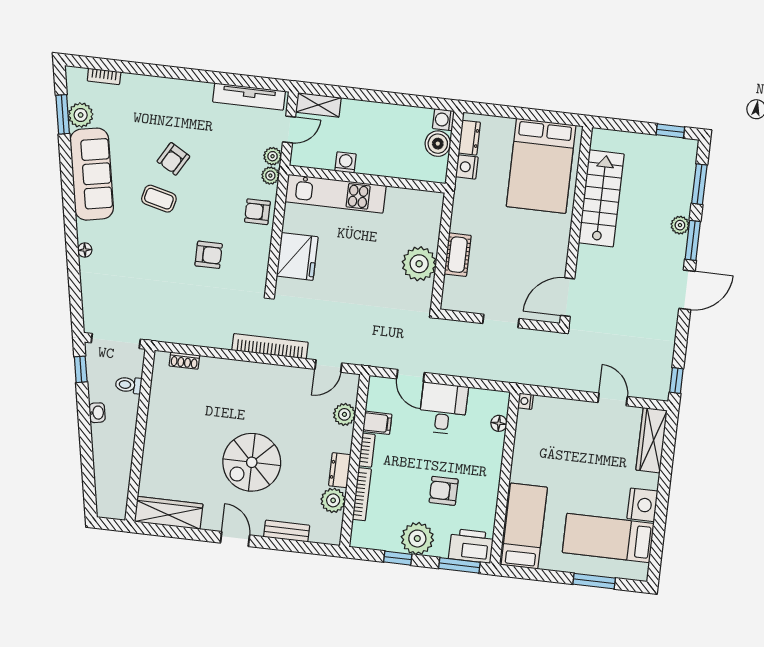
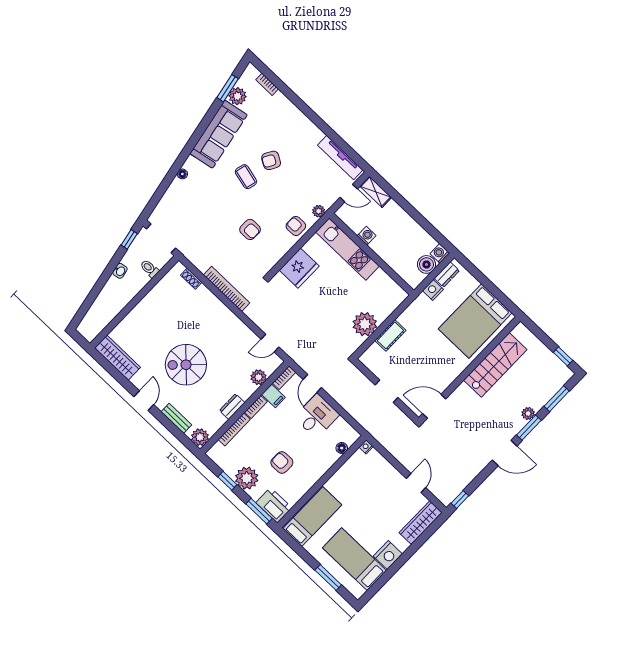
plant: (273, 156) -> (328, 201), removed
bookcase: (270, 346) -> (227, 289), moved
bookcase: (374, 393) -> (284, 378), added
plant: (333, 500) -> (200, 437), moved

